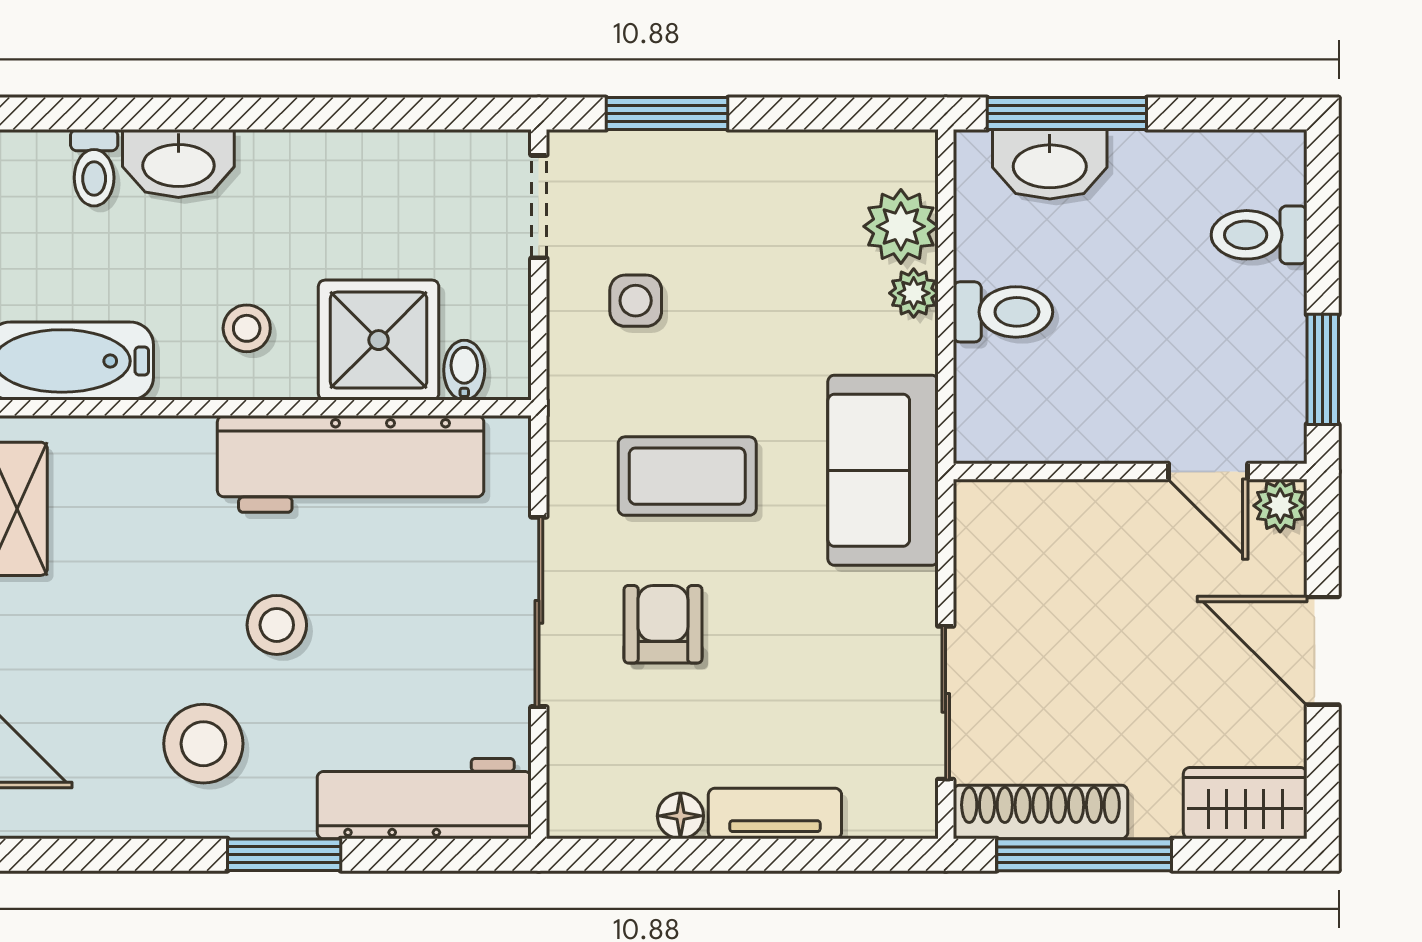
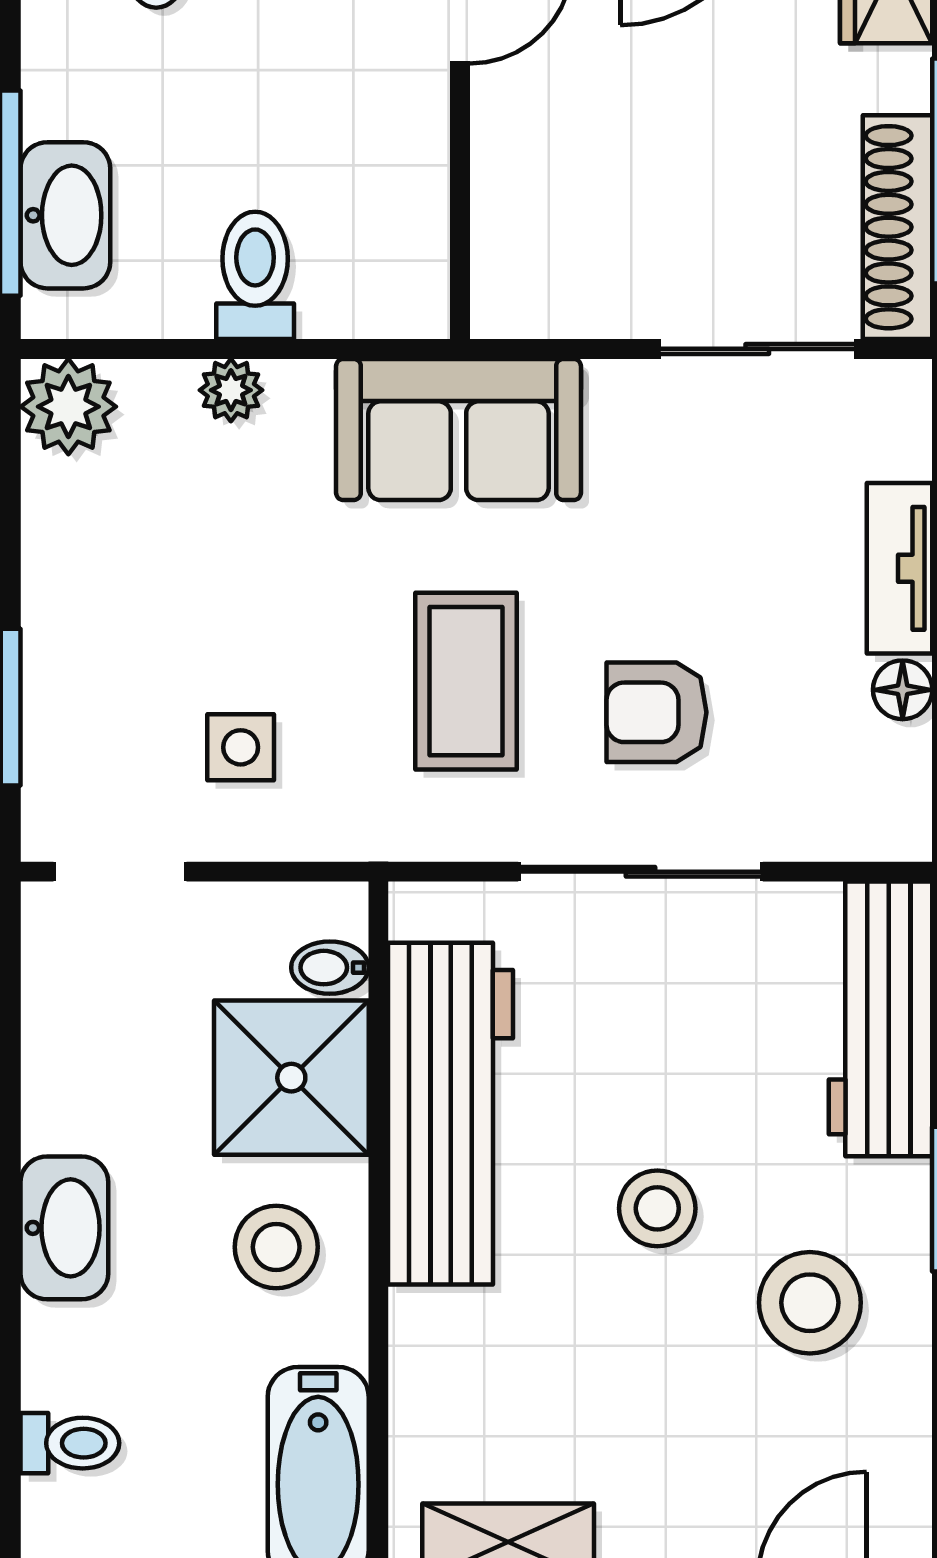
washbasin: (178, 163) -> (64, 1228), moved
plant: (901, 226) -> (68, 407), moved
stool: (247, 328) -> (276, 1247), width x1.37, depth x1.37

